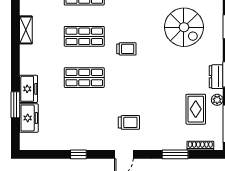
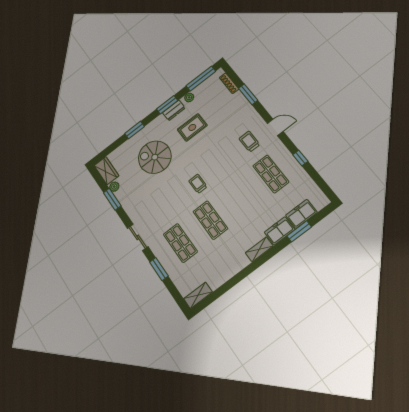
spiral stairs: (184, 27) -> (155, 157), turned -90
shelving: (26, 30) -> (259, 249), moved
shop shelf: (84, 78) -> (271, 174), moved
rug: (196, 109) -> (192, 127), moved

